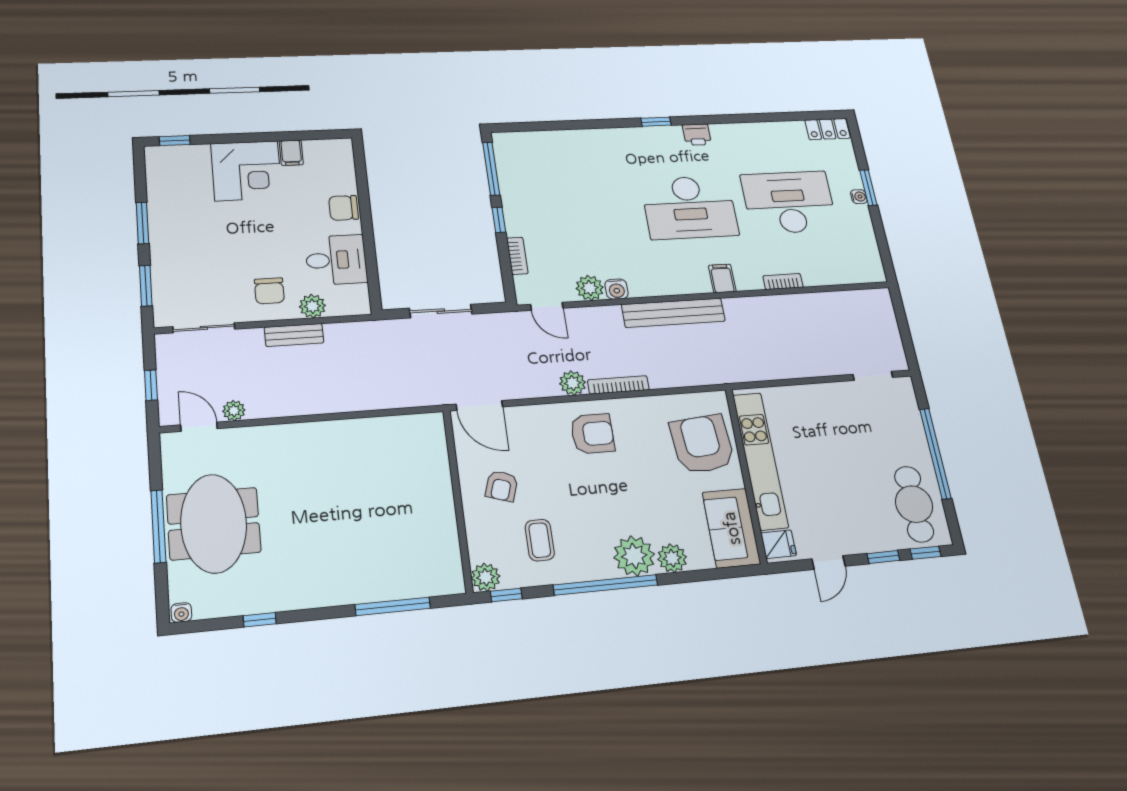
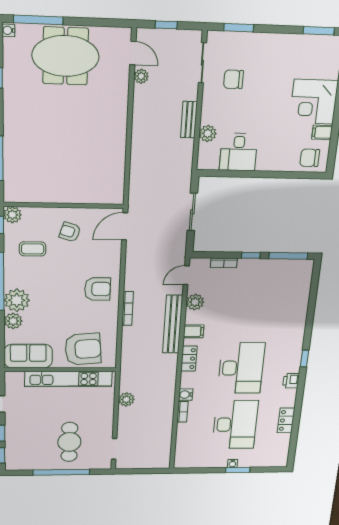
locker: (828, 129) -> (286, 420), moved
desk: (689, 207) -> (241, 368), turned 180
chair: (344, 208) -> (310, 158), moved, turned -90
window: (142, 223) -> (319, 31), moved
filing cabinet: (722, 278) -> (194, 331), moved
locker: (688, 284) -> (189, 359), added
water cooler: (617, 289) -> (186, 395), moved
chair: (269, 291) -> (234, 79), moved
bench: (673, 313) -> (173, 324), moved
plant: (573, 383) -> (126, 399), moved
door: (199, 427) -> (133, 53), hinge flipped
armchair: (592, 434) -> (97, 289), turned -90
cafe table: (914, 504) -> (69, 442), moved, turned 90
window: (158, 526) -> (38, 20), moved
fridge: (779, 544) -> (15, 380), removed

